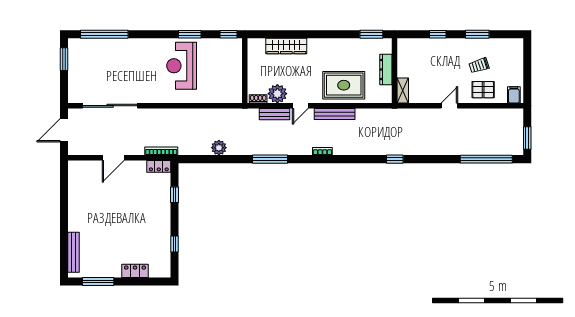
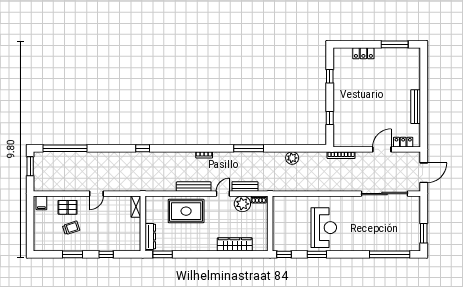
dresser: (386, 69) -> (150, 236), moved
locker: (159, 166) -> (403, 142), moved
bench: (73, 252) -> (416, 107), moved

